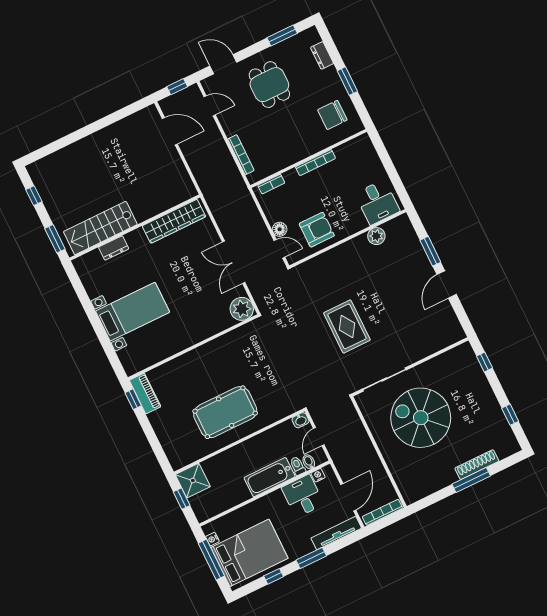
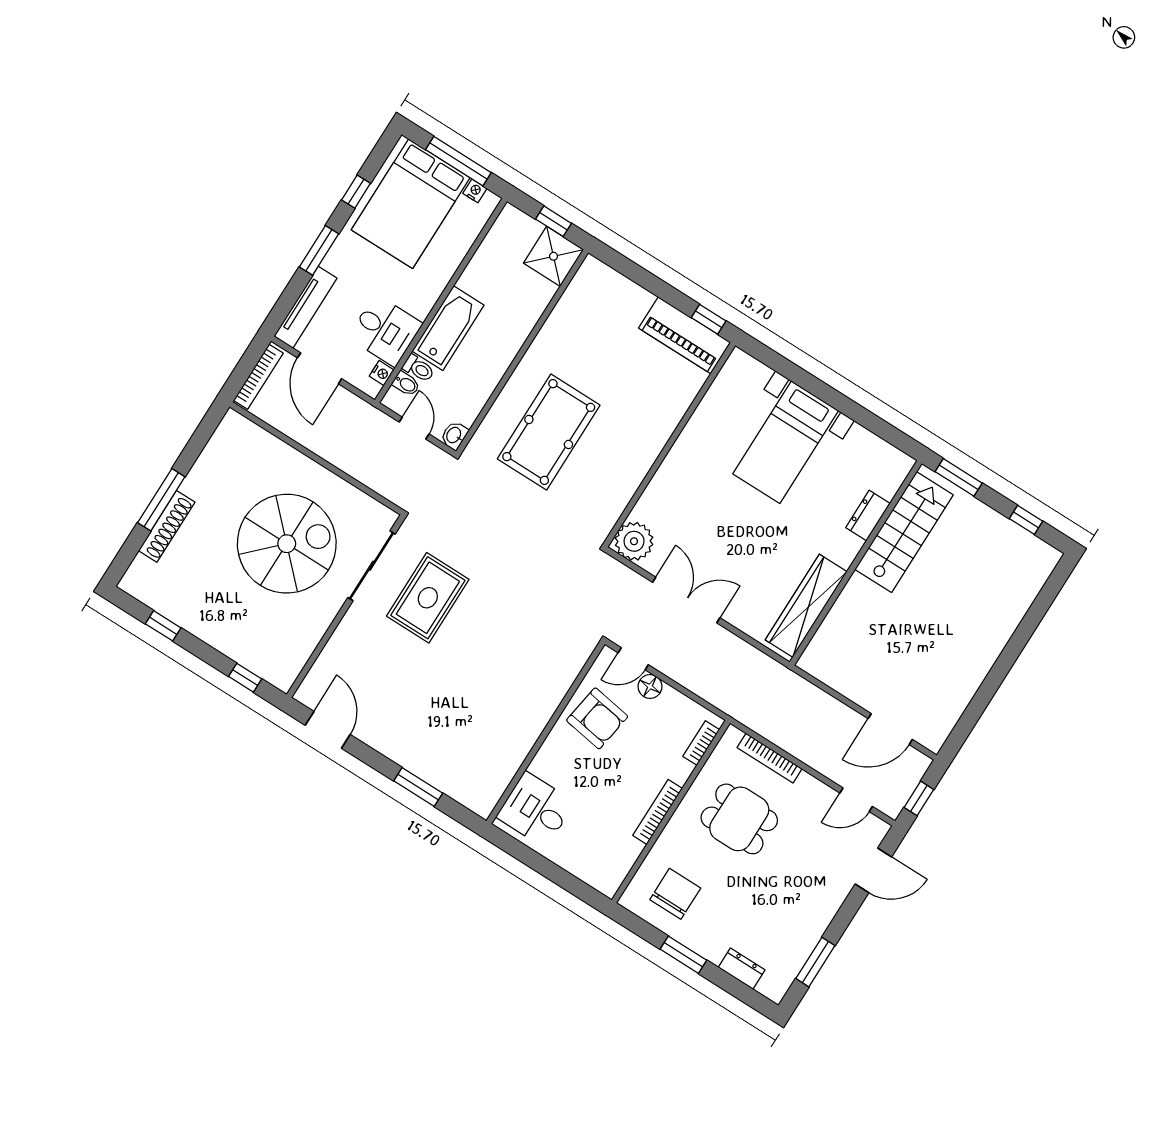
dining table: (269, 85) -> (739, 819), moved
armchair: (317, 230) -> (597, 718), turned -81
plant: (376, 236) -> (508, 761), removed
door: (447, 284) -> (328, 730), moved
rug: (347, 326) -> (428, 598), moved, turned 90
piano: (145, 393) -> (685, 335), width x1.37, depth x1.33
pool table: (225, 412) -> (549, 432), moved

